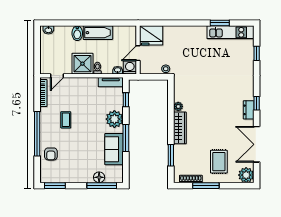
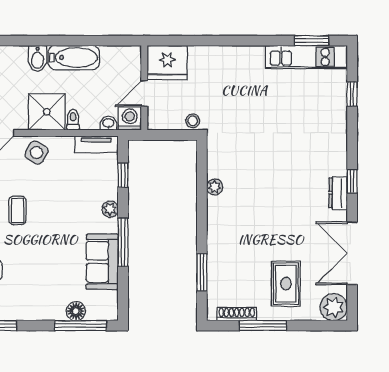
window: (220, 23) -> (312, 41), moved
side table: (77, 87) -> (37, 153), added
plant: (114, 119) -> (110, 209), width x0.53, depth x0.53
wardrobe: (180, 128) -> (218, 224), removed

